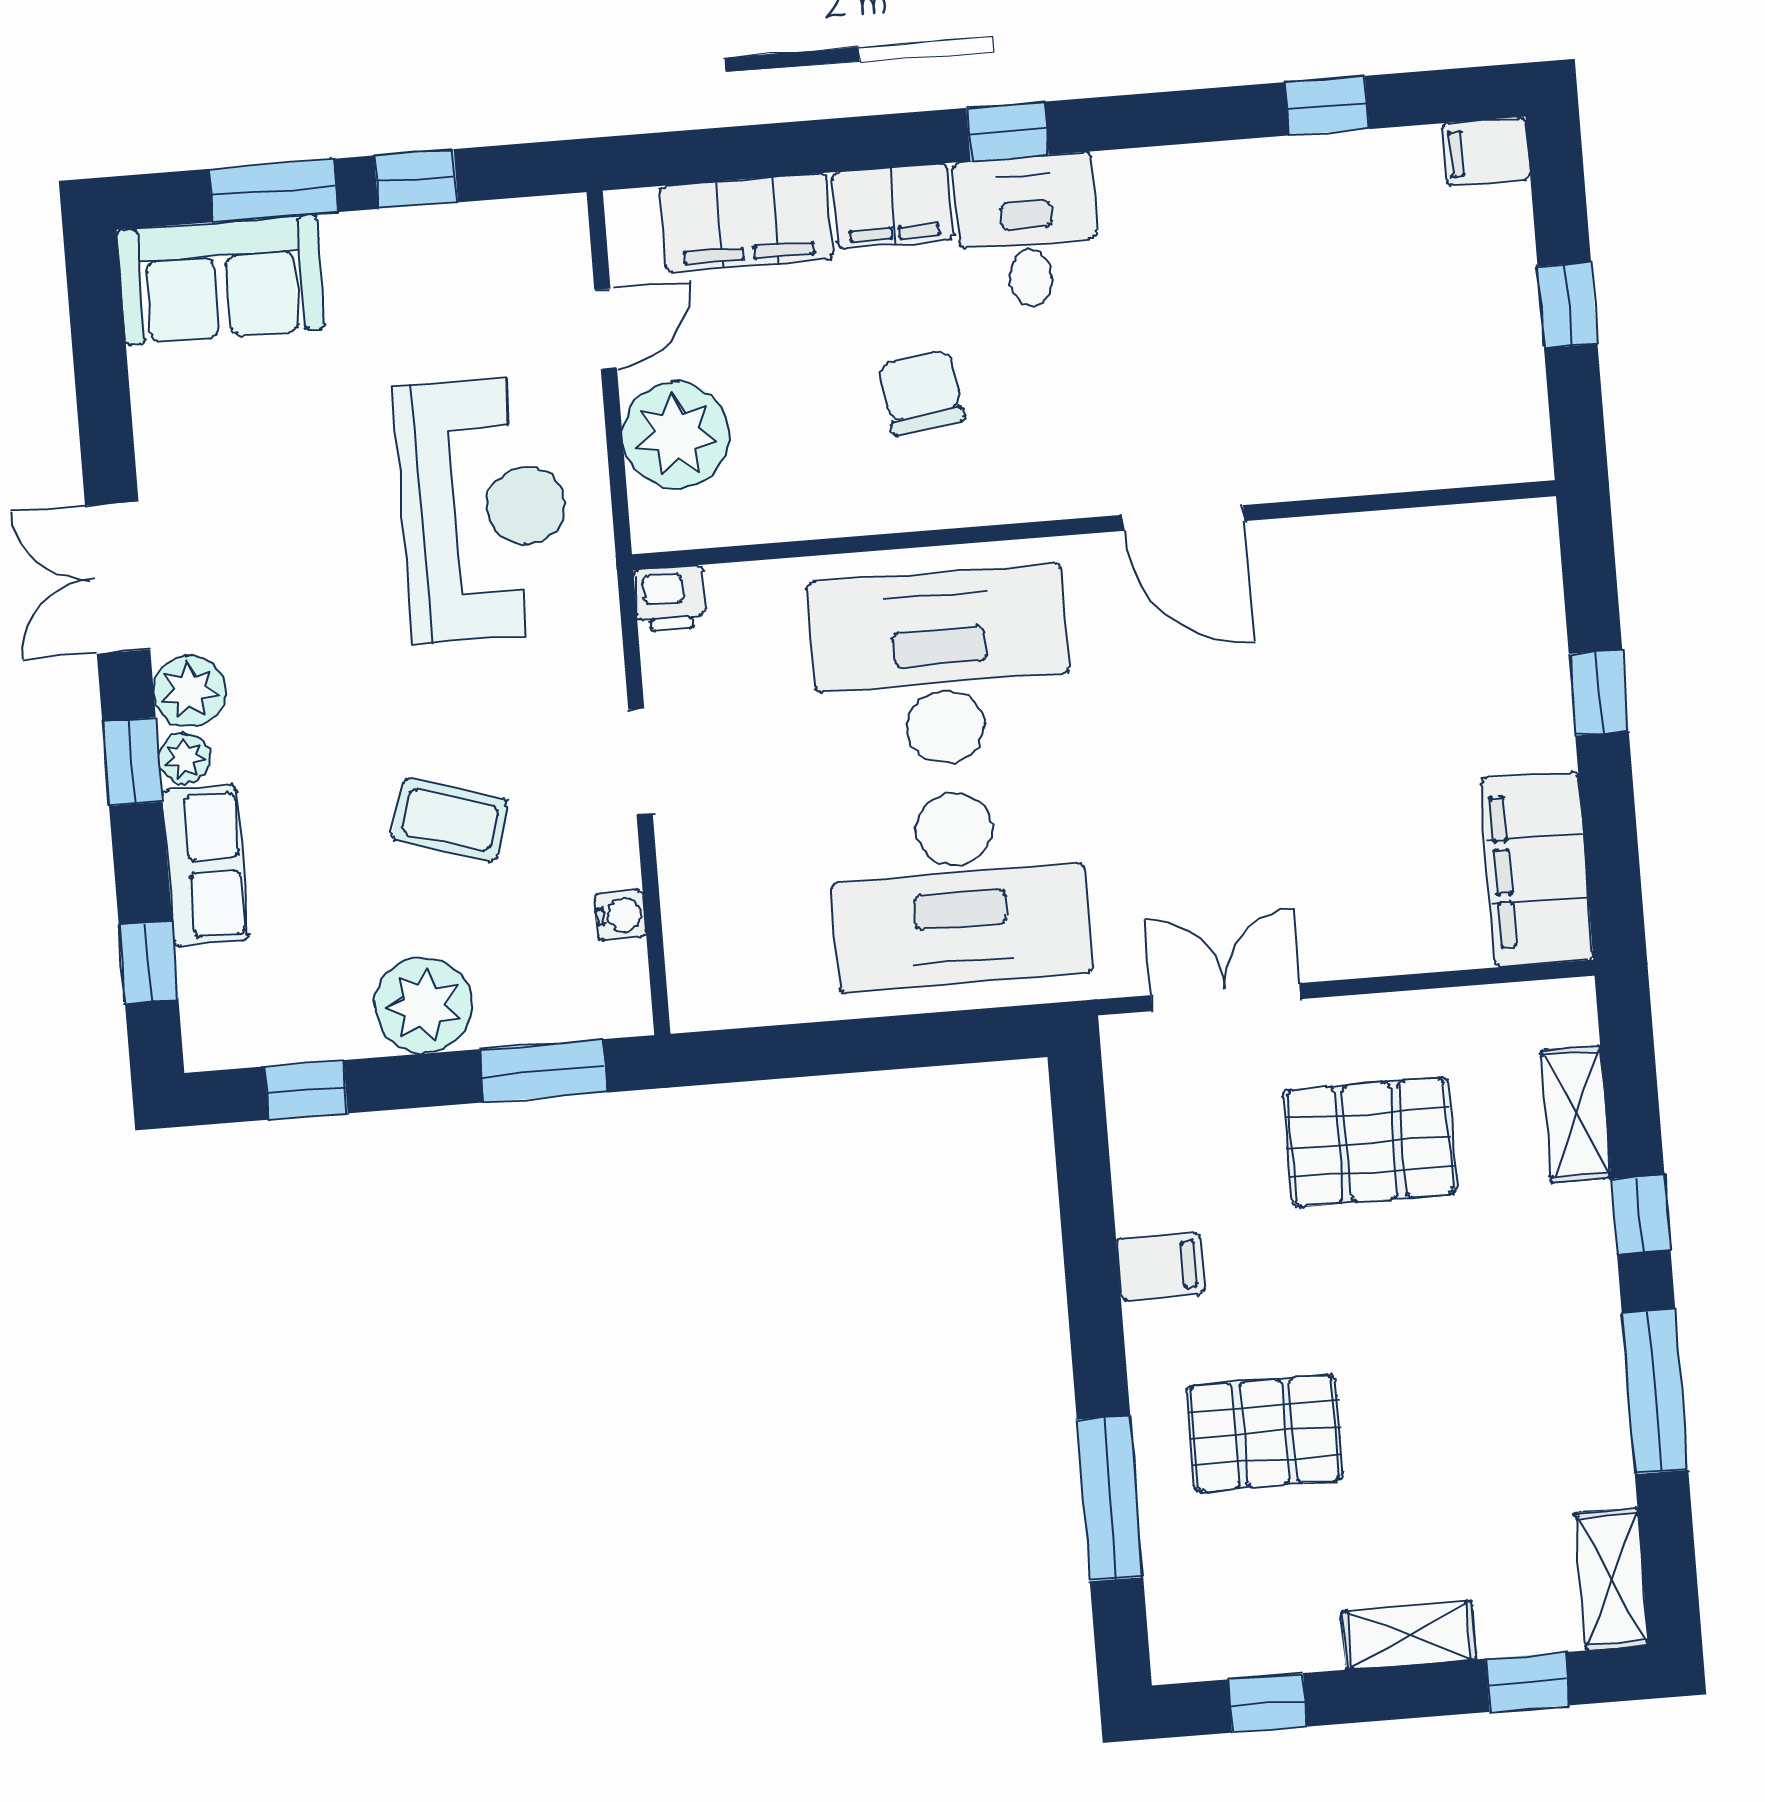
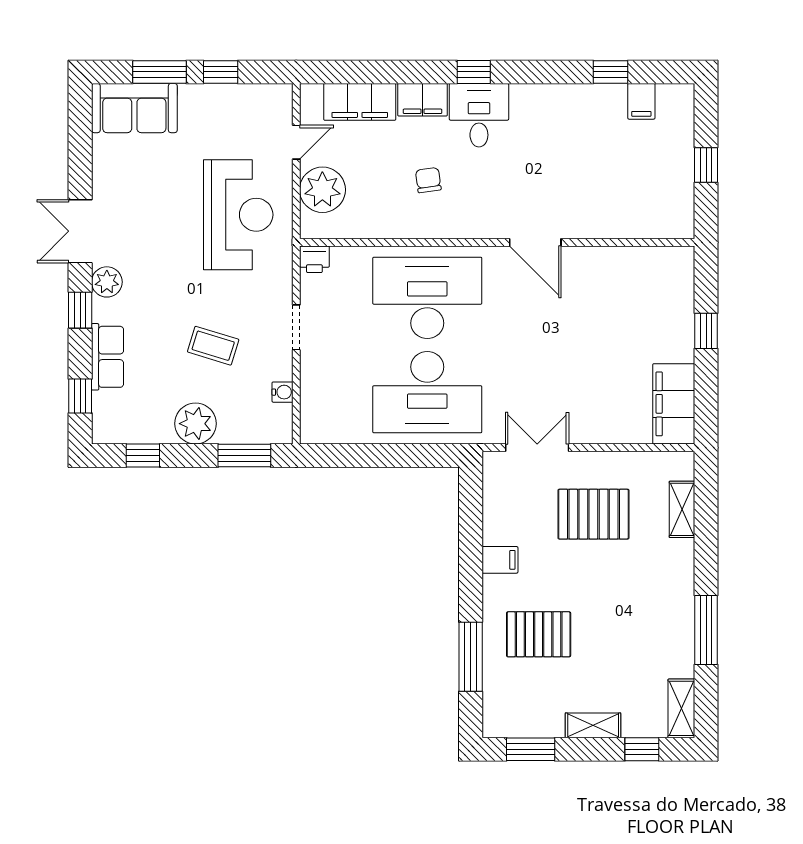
filing cabinet: (1486, 151) -> (641, 101), moved, turned -90
chair: (921, 392) -> (428, 180), width x0.73, depth x0.73
plant: (184, 758) -> (102, 310), removed
window: (1641, 1214) -> (706, 554), removed
window: (1268, 1703) -> (531, 749), width x1.50

